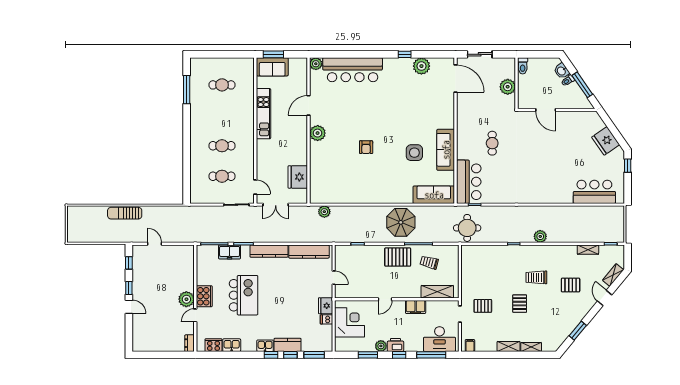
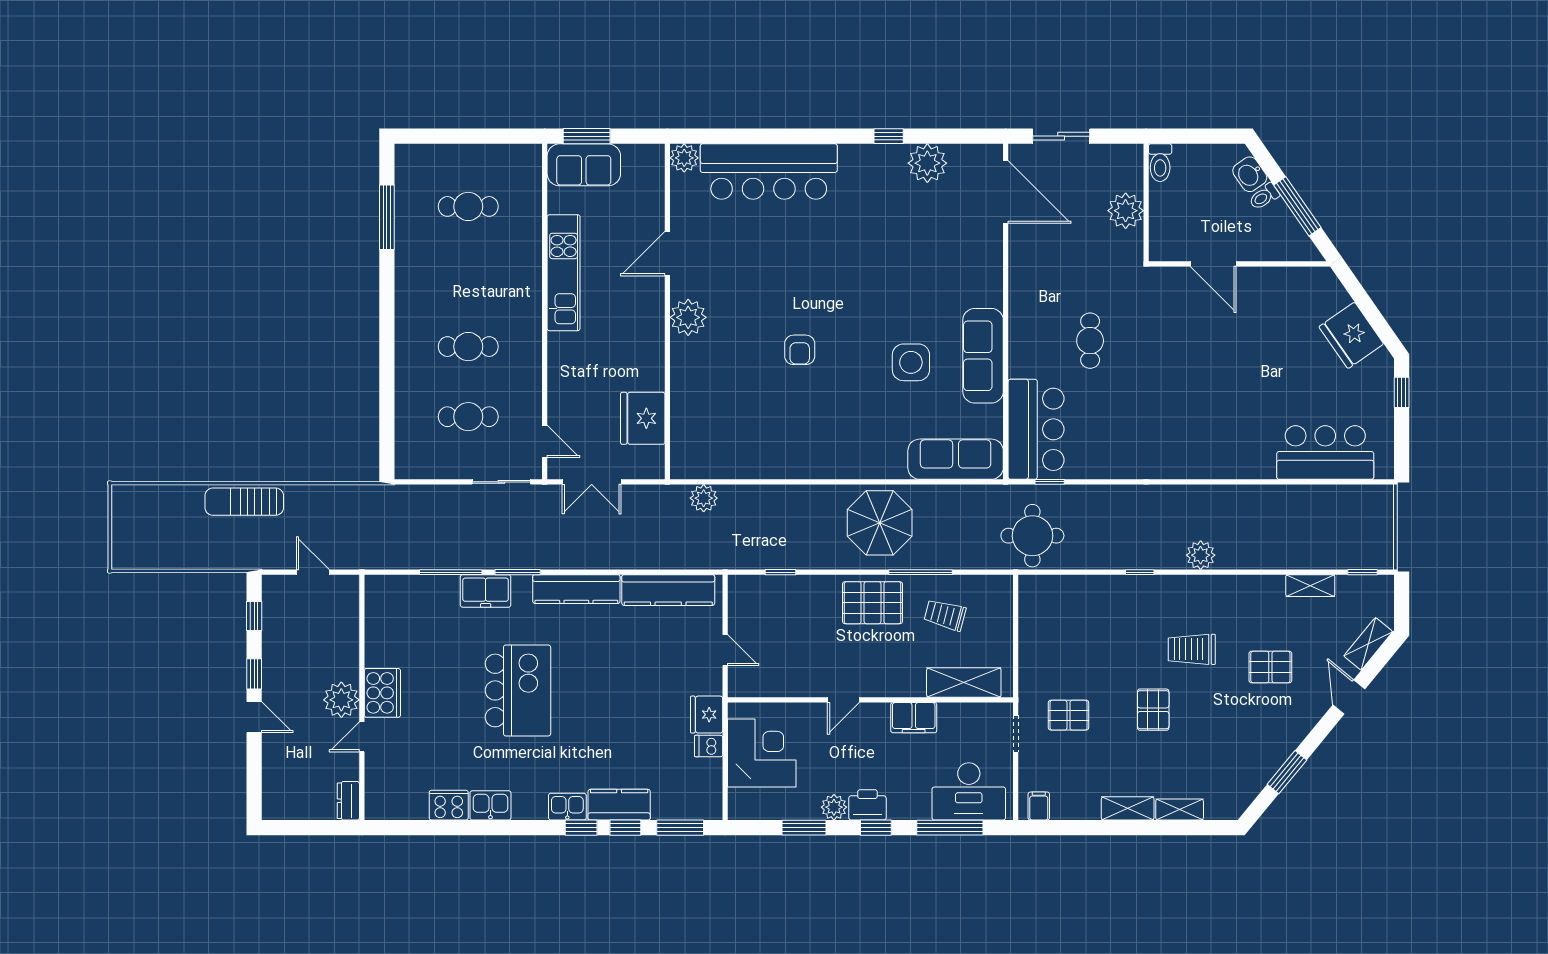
cooker: (204, 296) -> (382, 693), moved
wall: (195, 298) -> (362, 697), moved
plant: (186, 299) -> (341, 700), moved
door: (195, 315) -> (362, 737), moved
dresser: (190, 343) -> (348, 801), moved

